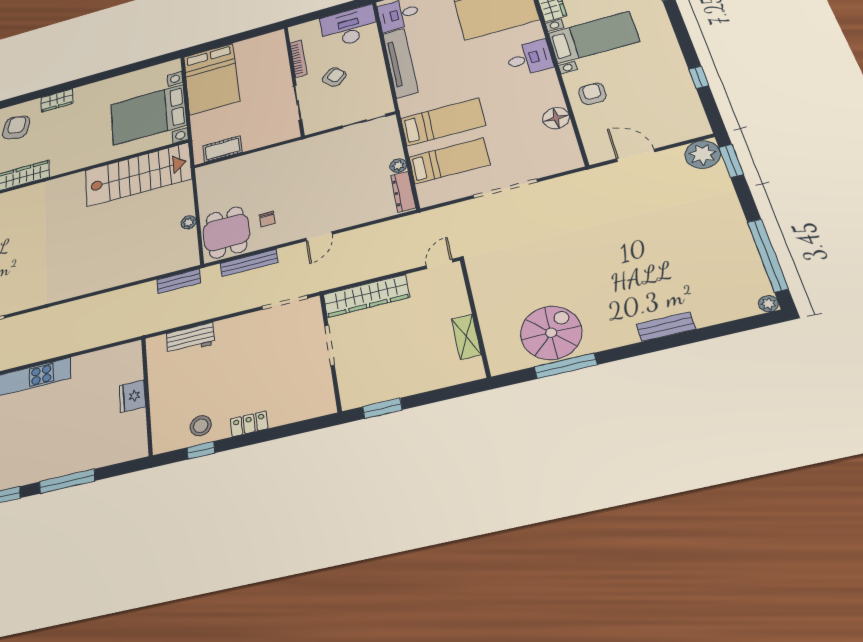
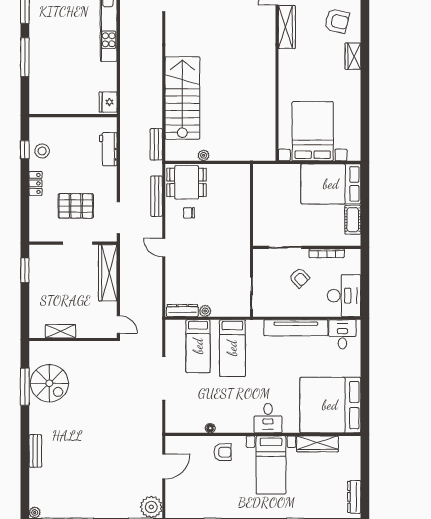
floor lamp: (556, 118) -> (210, 428), width x0.53, depth x0.53
cot: (222, 149) -> (353, 220), moved
stairs: (138, 174) -> (182, 98), moved, turned 180
pallet: (275, 361) -> (76, 206), added
fridge: (132, 396) -> (108, 102), moved, turned -90

